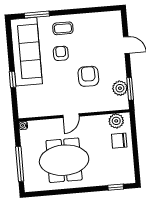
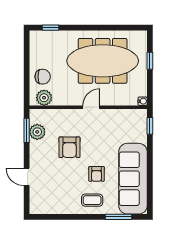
window: (13, 79) -> (150, 126), moved
meeting table: (64, 160) -> (103, 61), width x1.36
window: (20, 164) -> (150, 61), width x0.46

